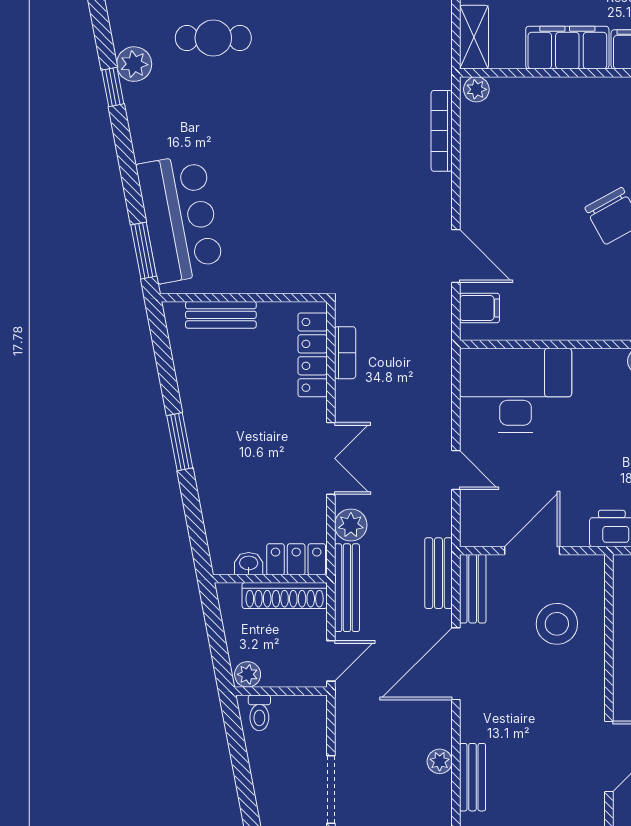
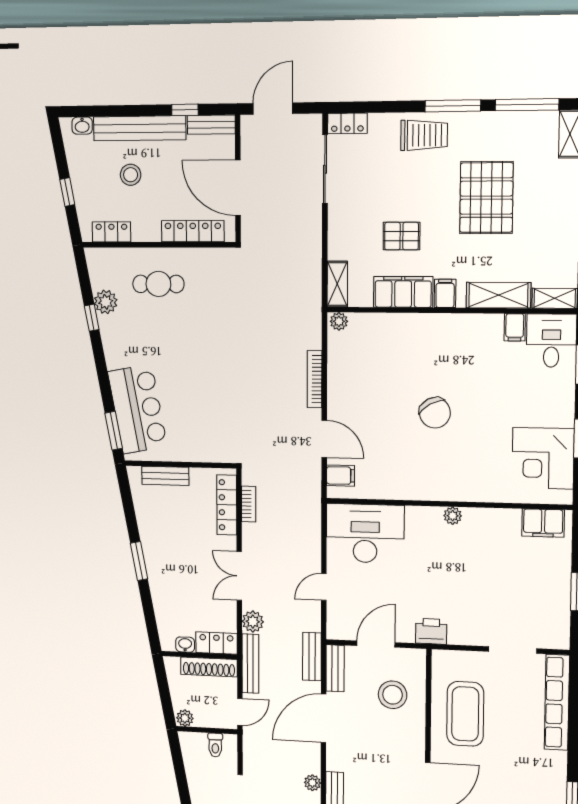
bookcase: (442, 131) -> (315, 379), moved
double door: (331, 458) -> (239, 576), swing flipped
door: (456, 470) -> (324, 587), swing flipped
toilet: (259, 713) -> (215, 745), moved

